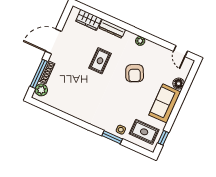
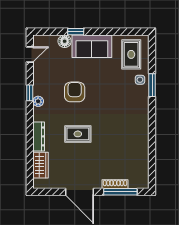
window: (150, 37) -> (30, 93), added
armchair: (135, 73) -> (75, 92), turned -65
plant: (41, 90) -> (136, 182), removed
window: (163, 138) -> (76, 32), moved

